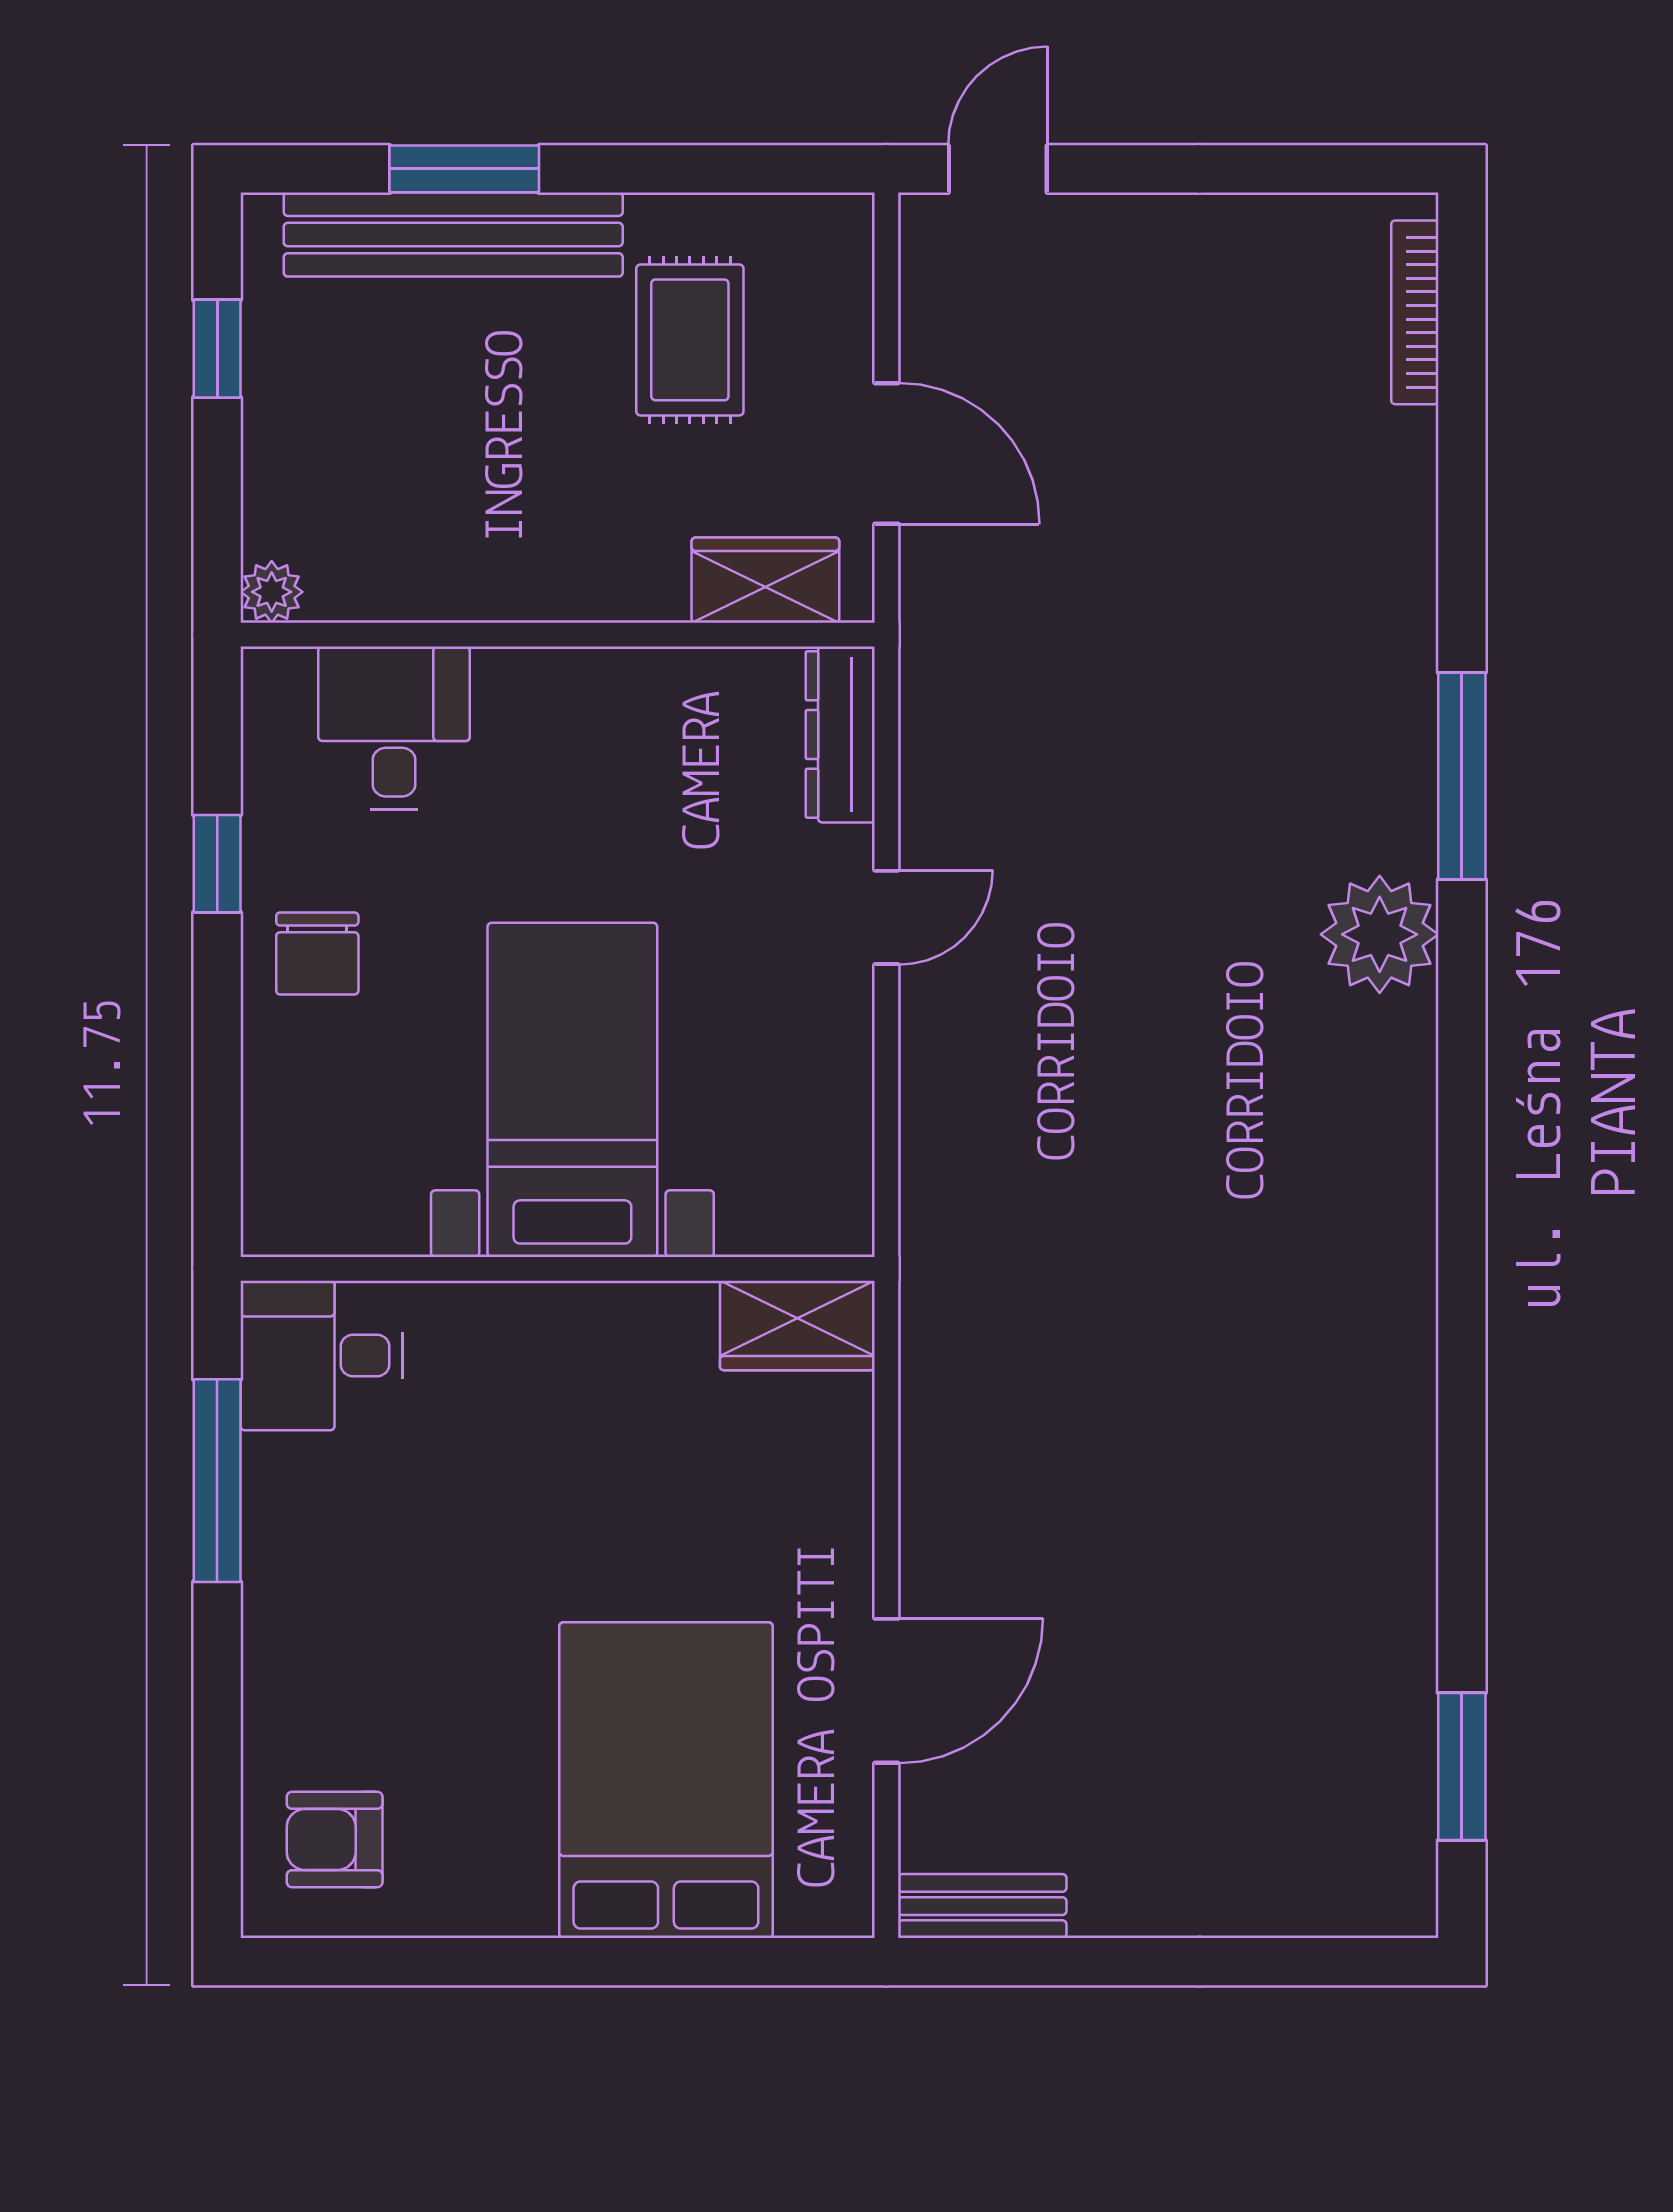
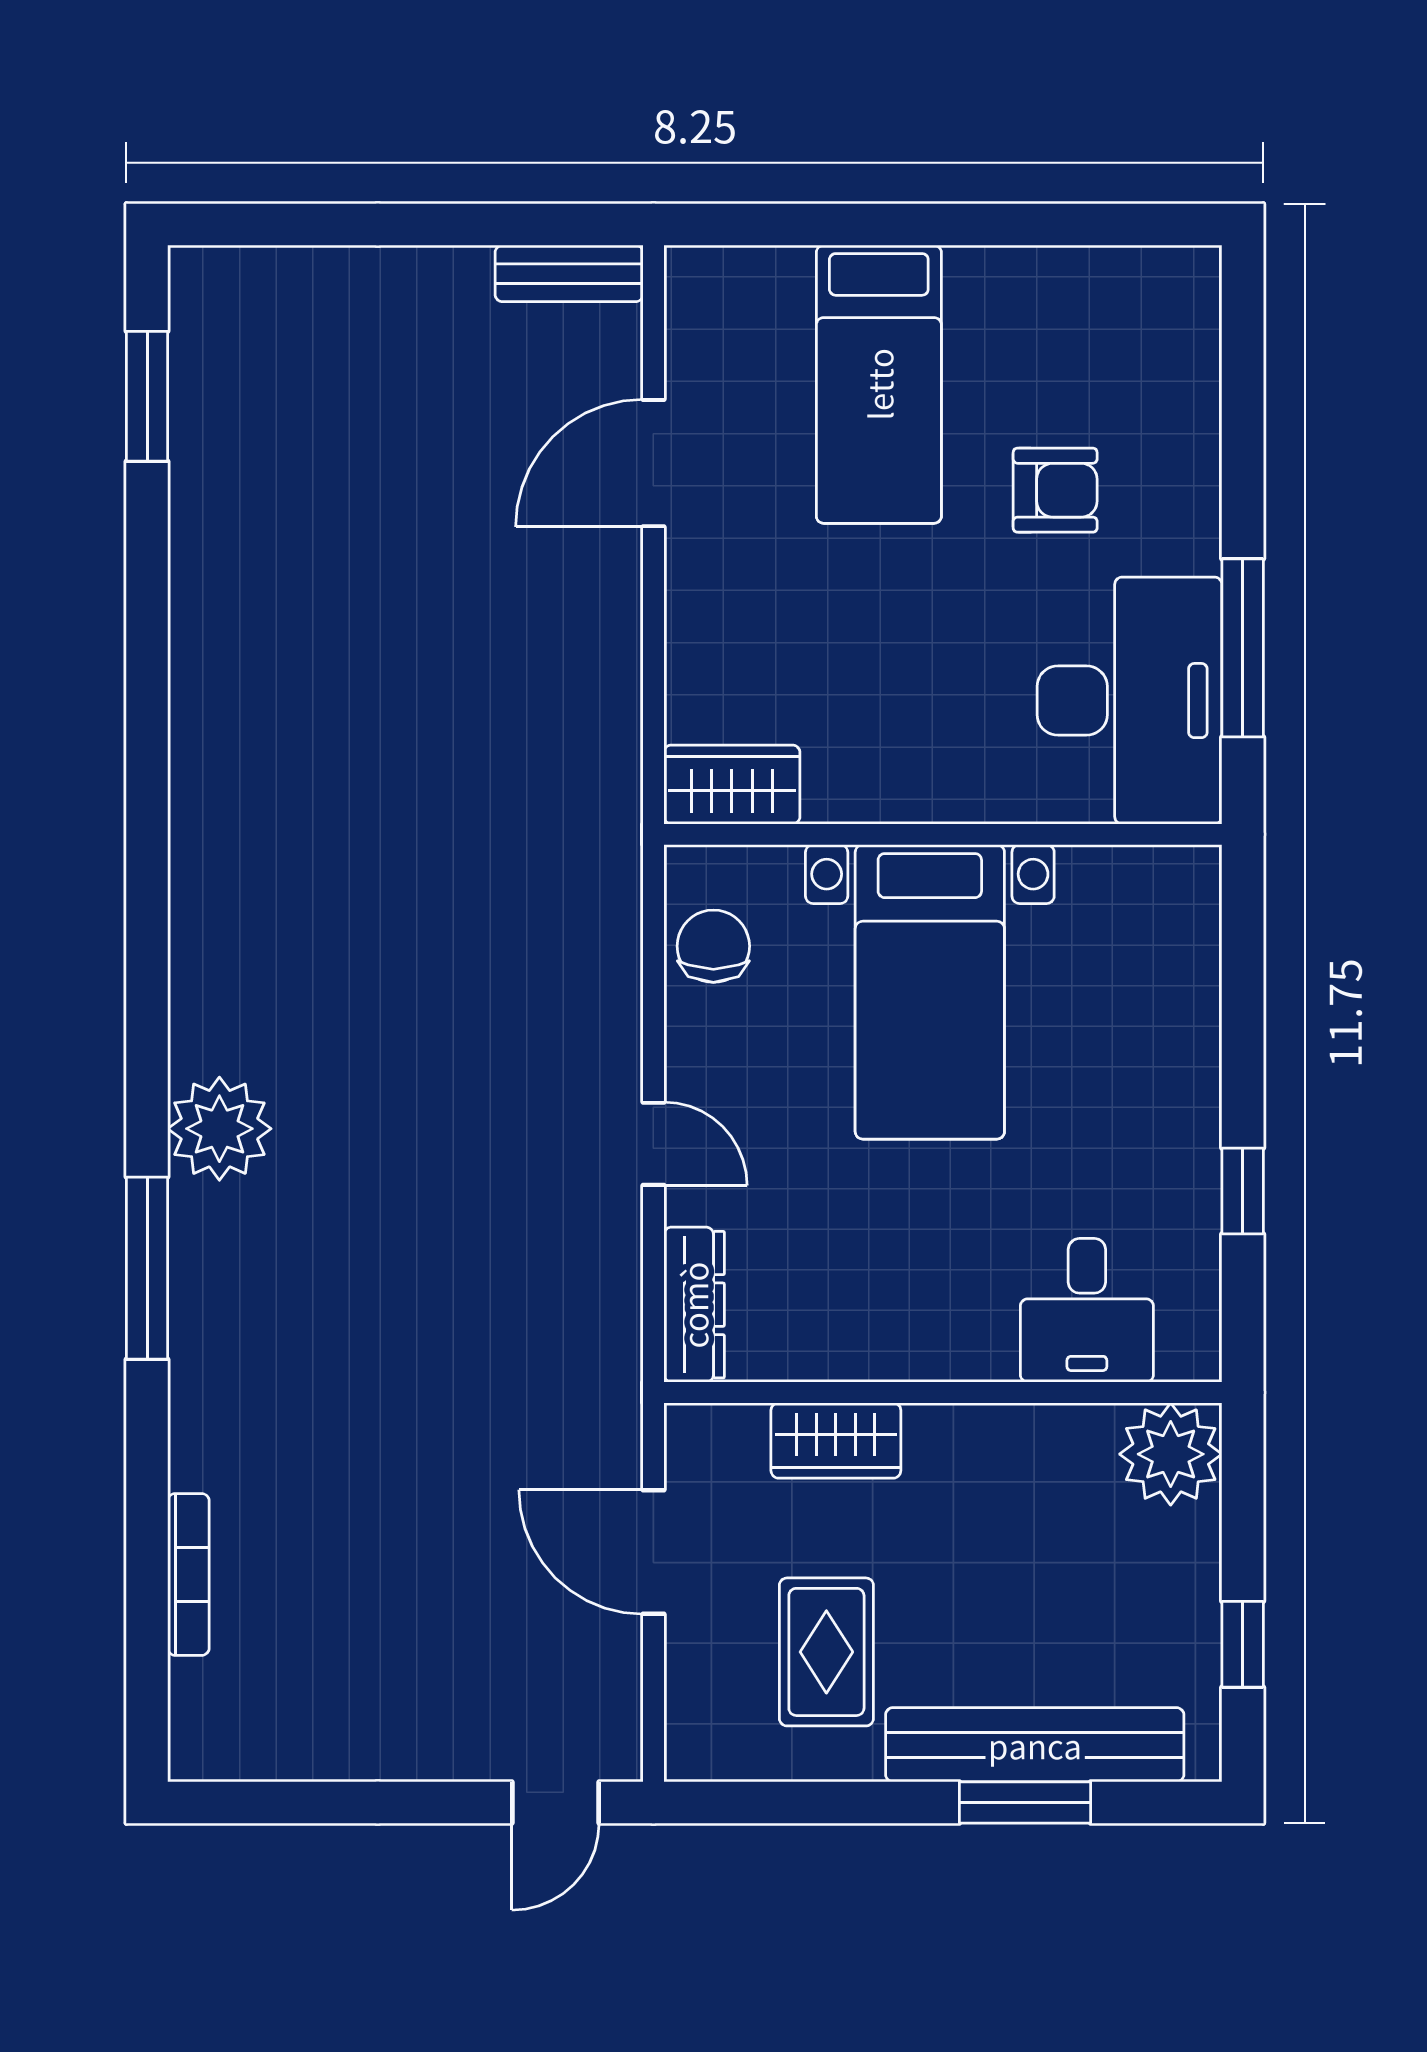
bookcase: (1415, 312) -> (188, 1574), moved
wardrobe: (765, 580) -> (836, 1440), moved
plant: (272, 592) -> (1171, 1454), width x1.88, depth x1.88
door: (886, 917) -> (653, 1144), swing flipped
chair: (317, 954) -> (713, 946), moved
desk: (321, 1356) -> (1129, 701), width x1.87, depth x1.30
bed: (666, 1780) -> (879, 384), width x0.67
armchair: (335, 1839) -> (1055, 490), moved

